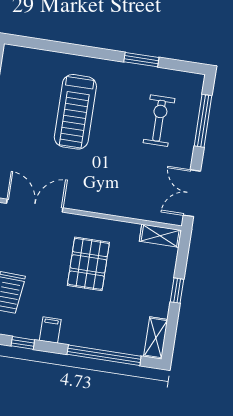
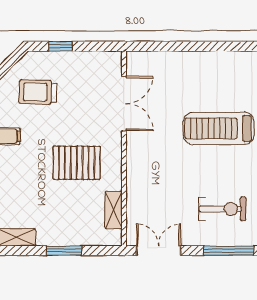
shelving: (160, 236) -> (114, 210), moved
window: (177, 291) -> (64, 251), width x1.50

